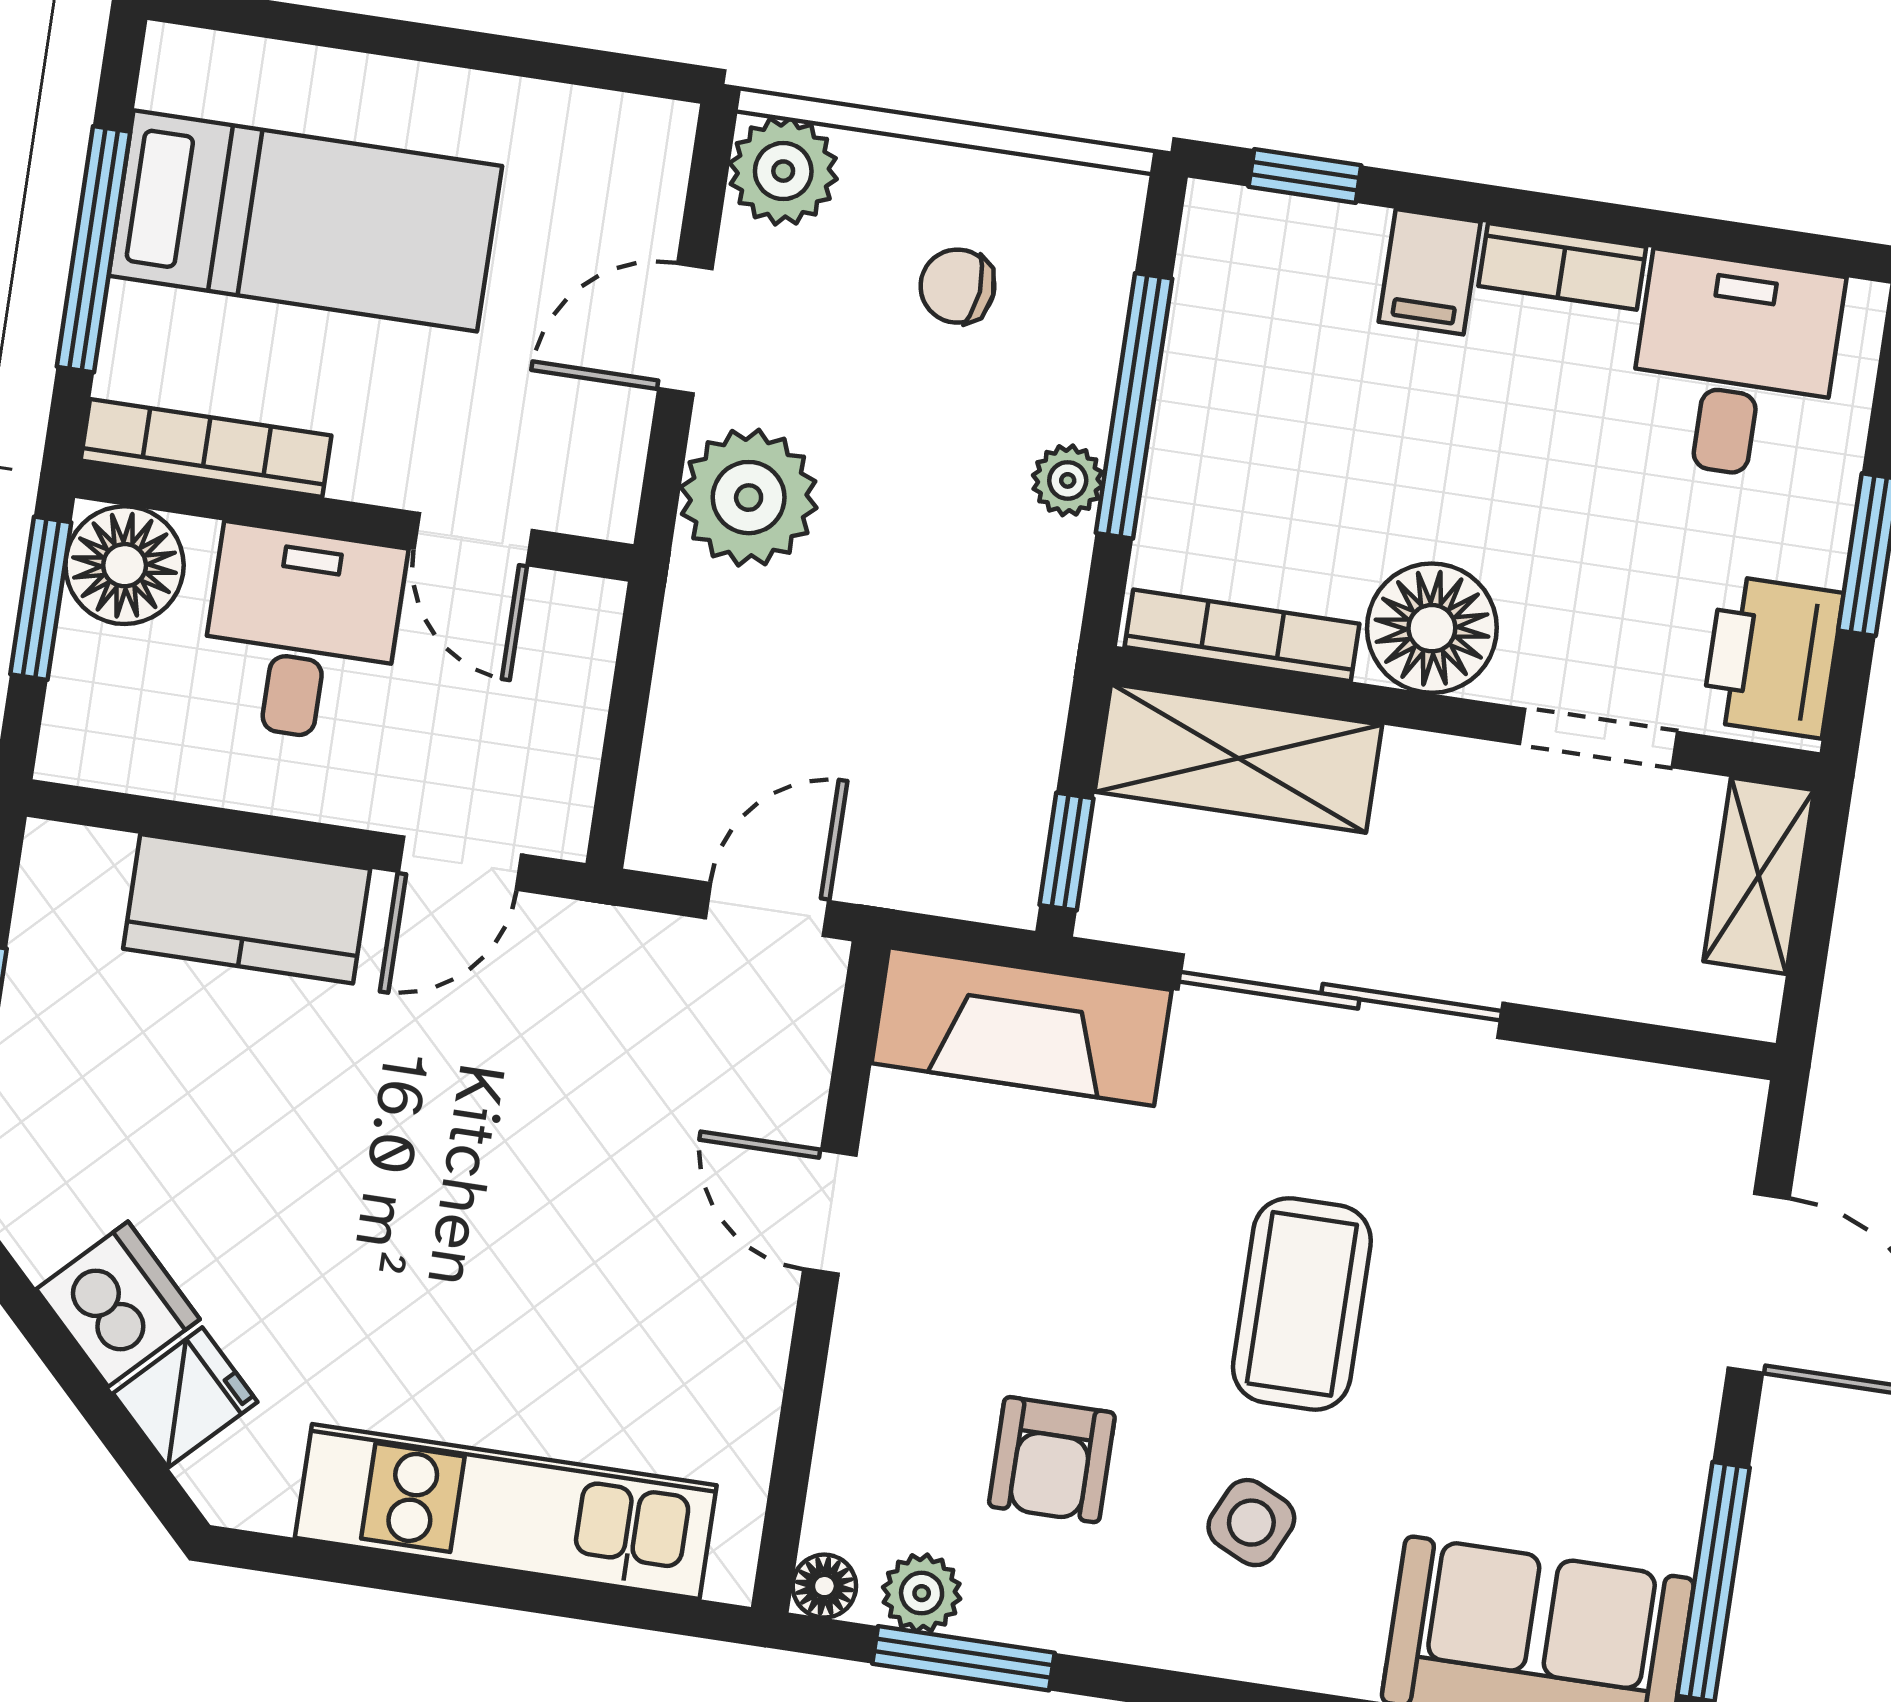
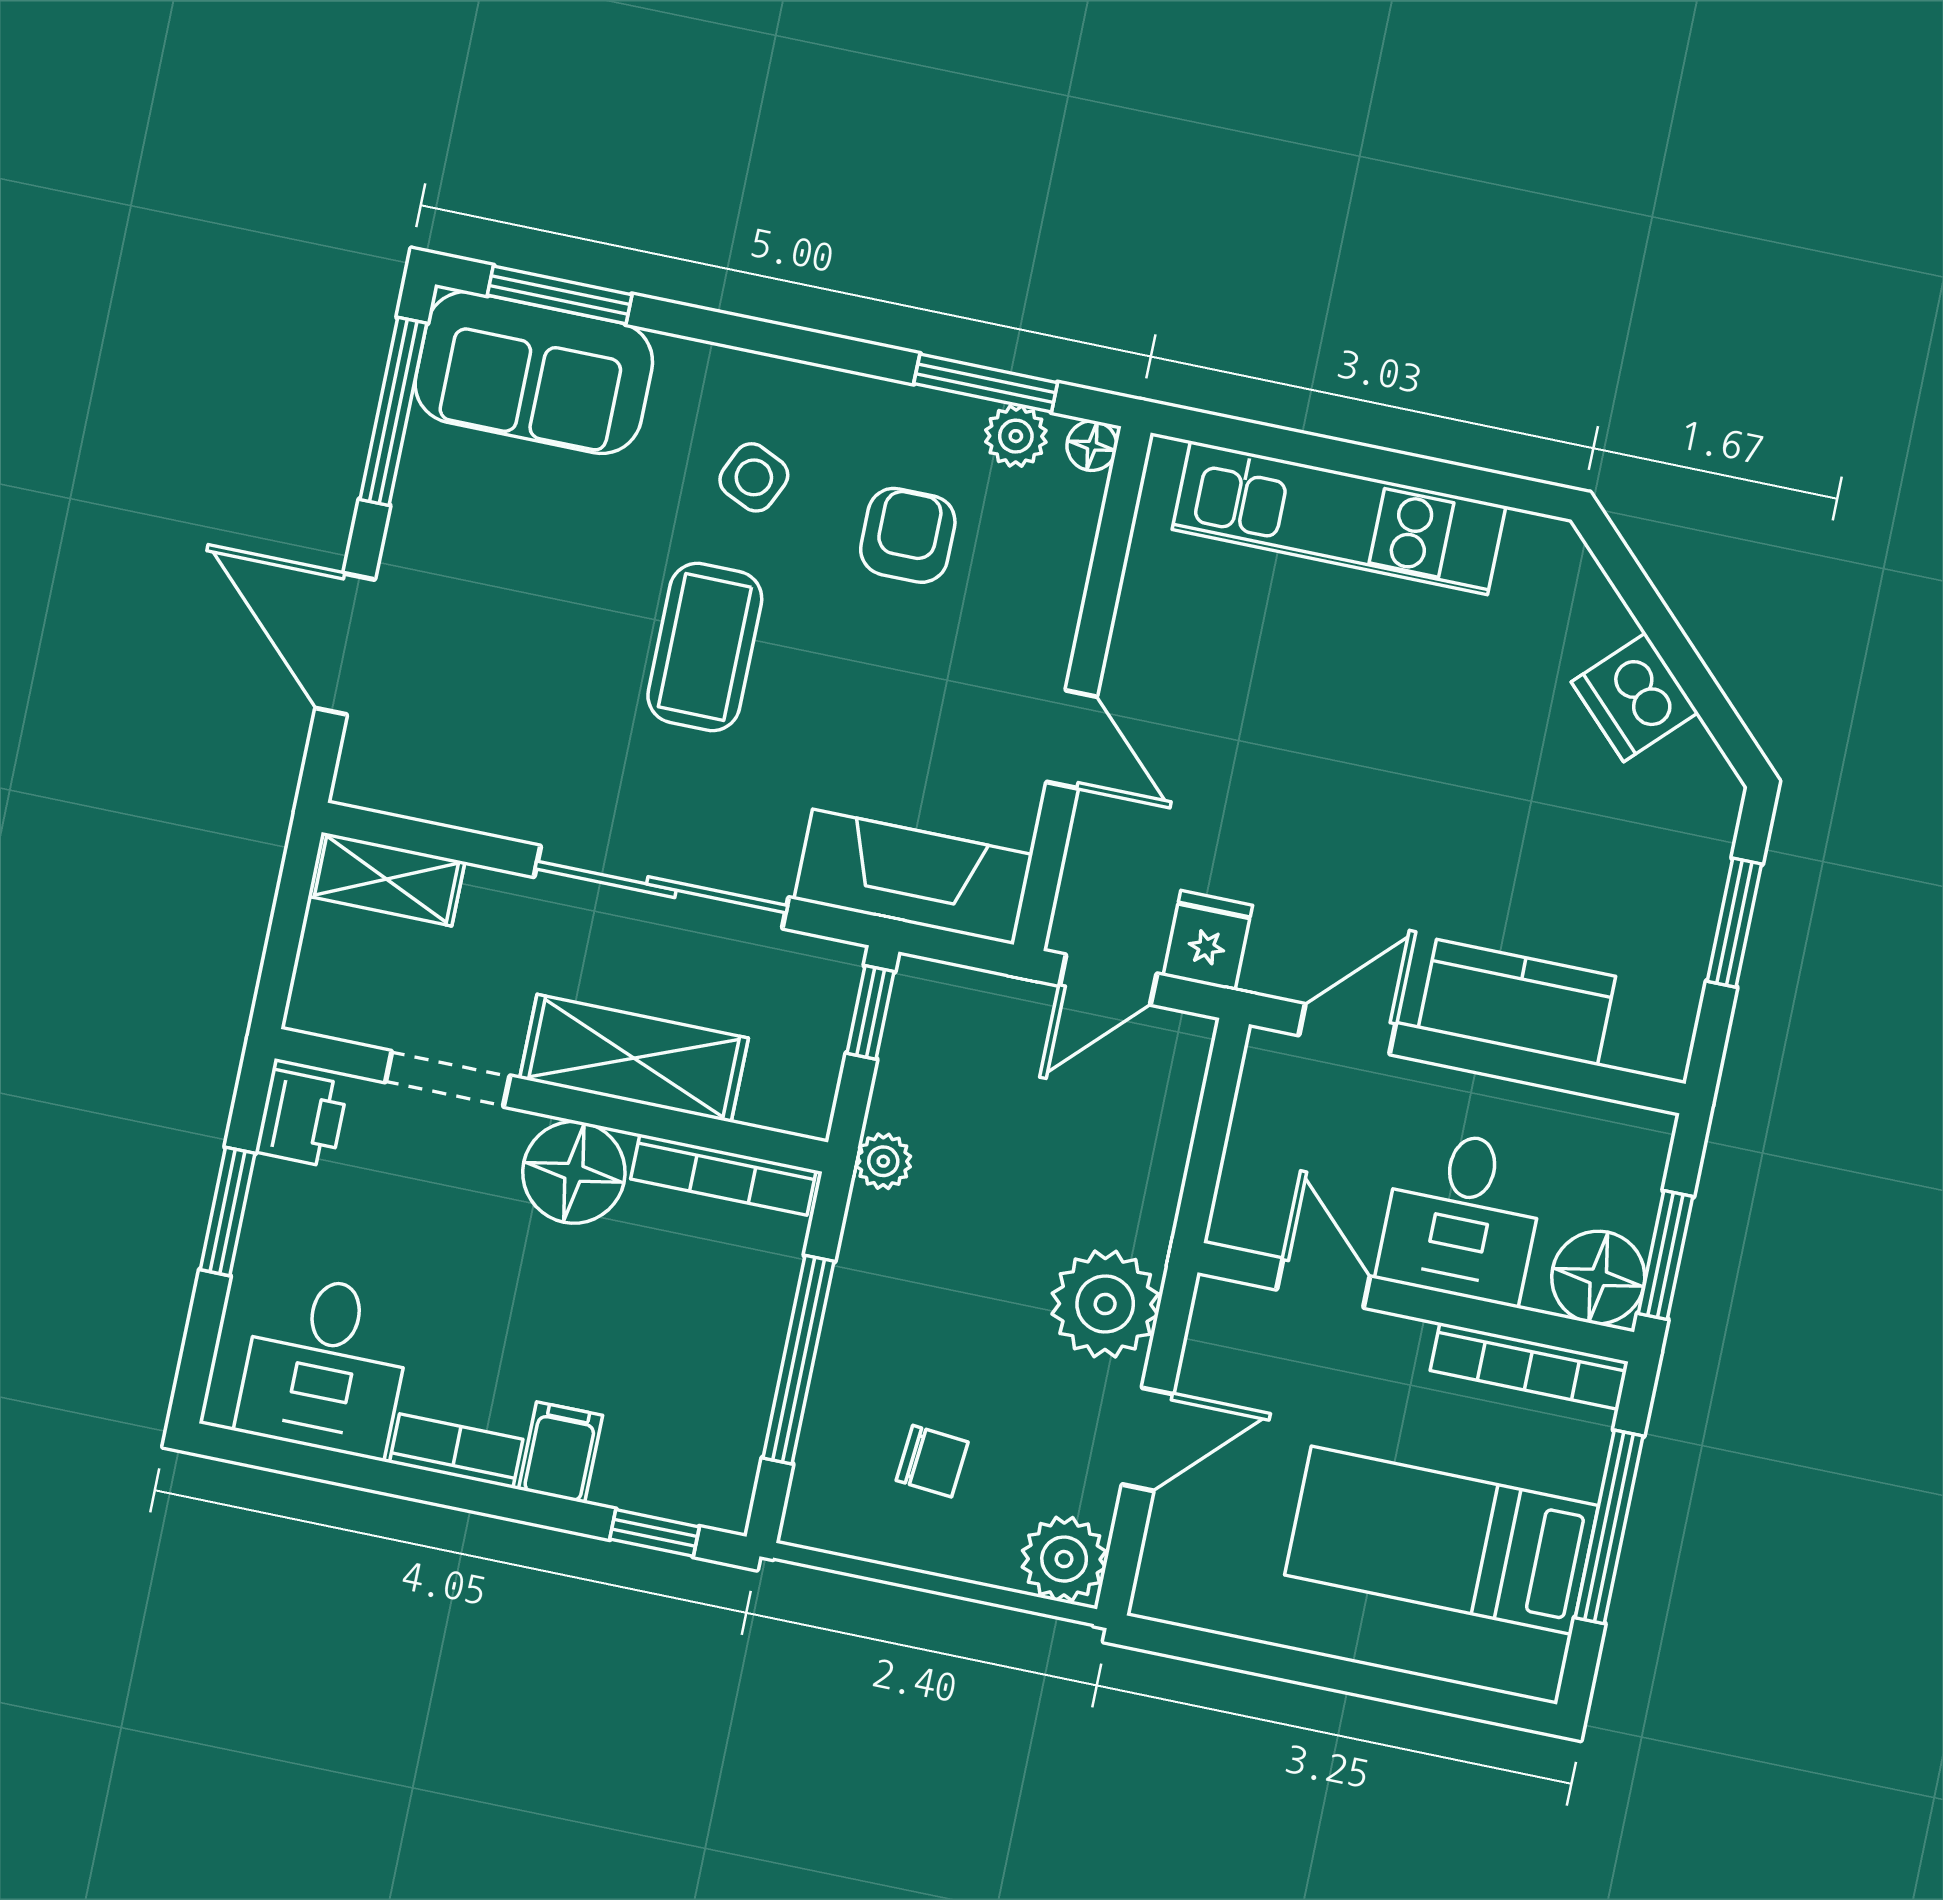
plant: (1068, 480) -> (883, 1161), moved
printer: (1772, 657) -> (302, 1118), width x0.73, depth x0.81
shelving: (1238, 758) -> (634, 1058), moved
shelving: (1759, 876) -> (387, 879), moved, turned 90
fridge: (185, 1398) -> (1208, 940), moved, turned 135

